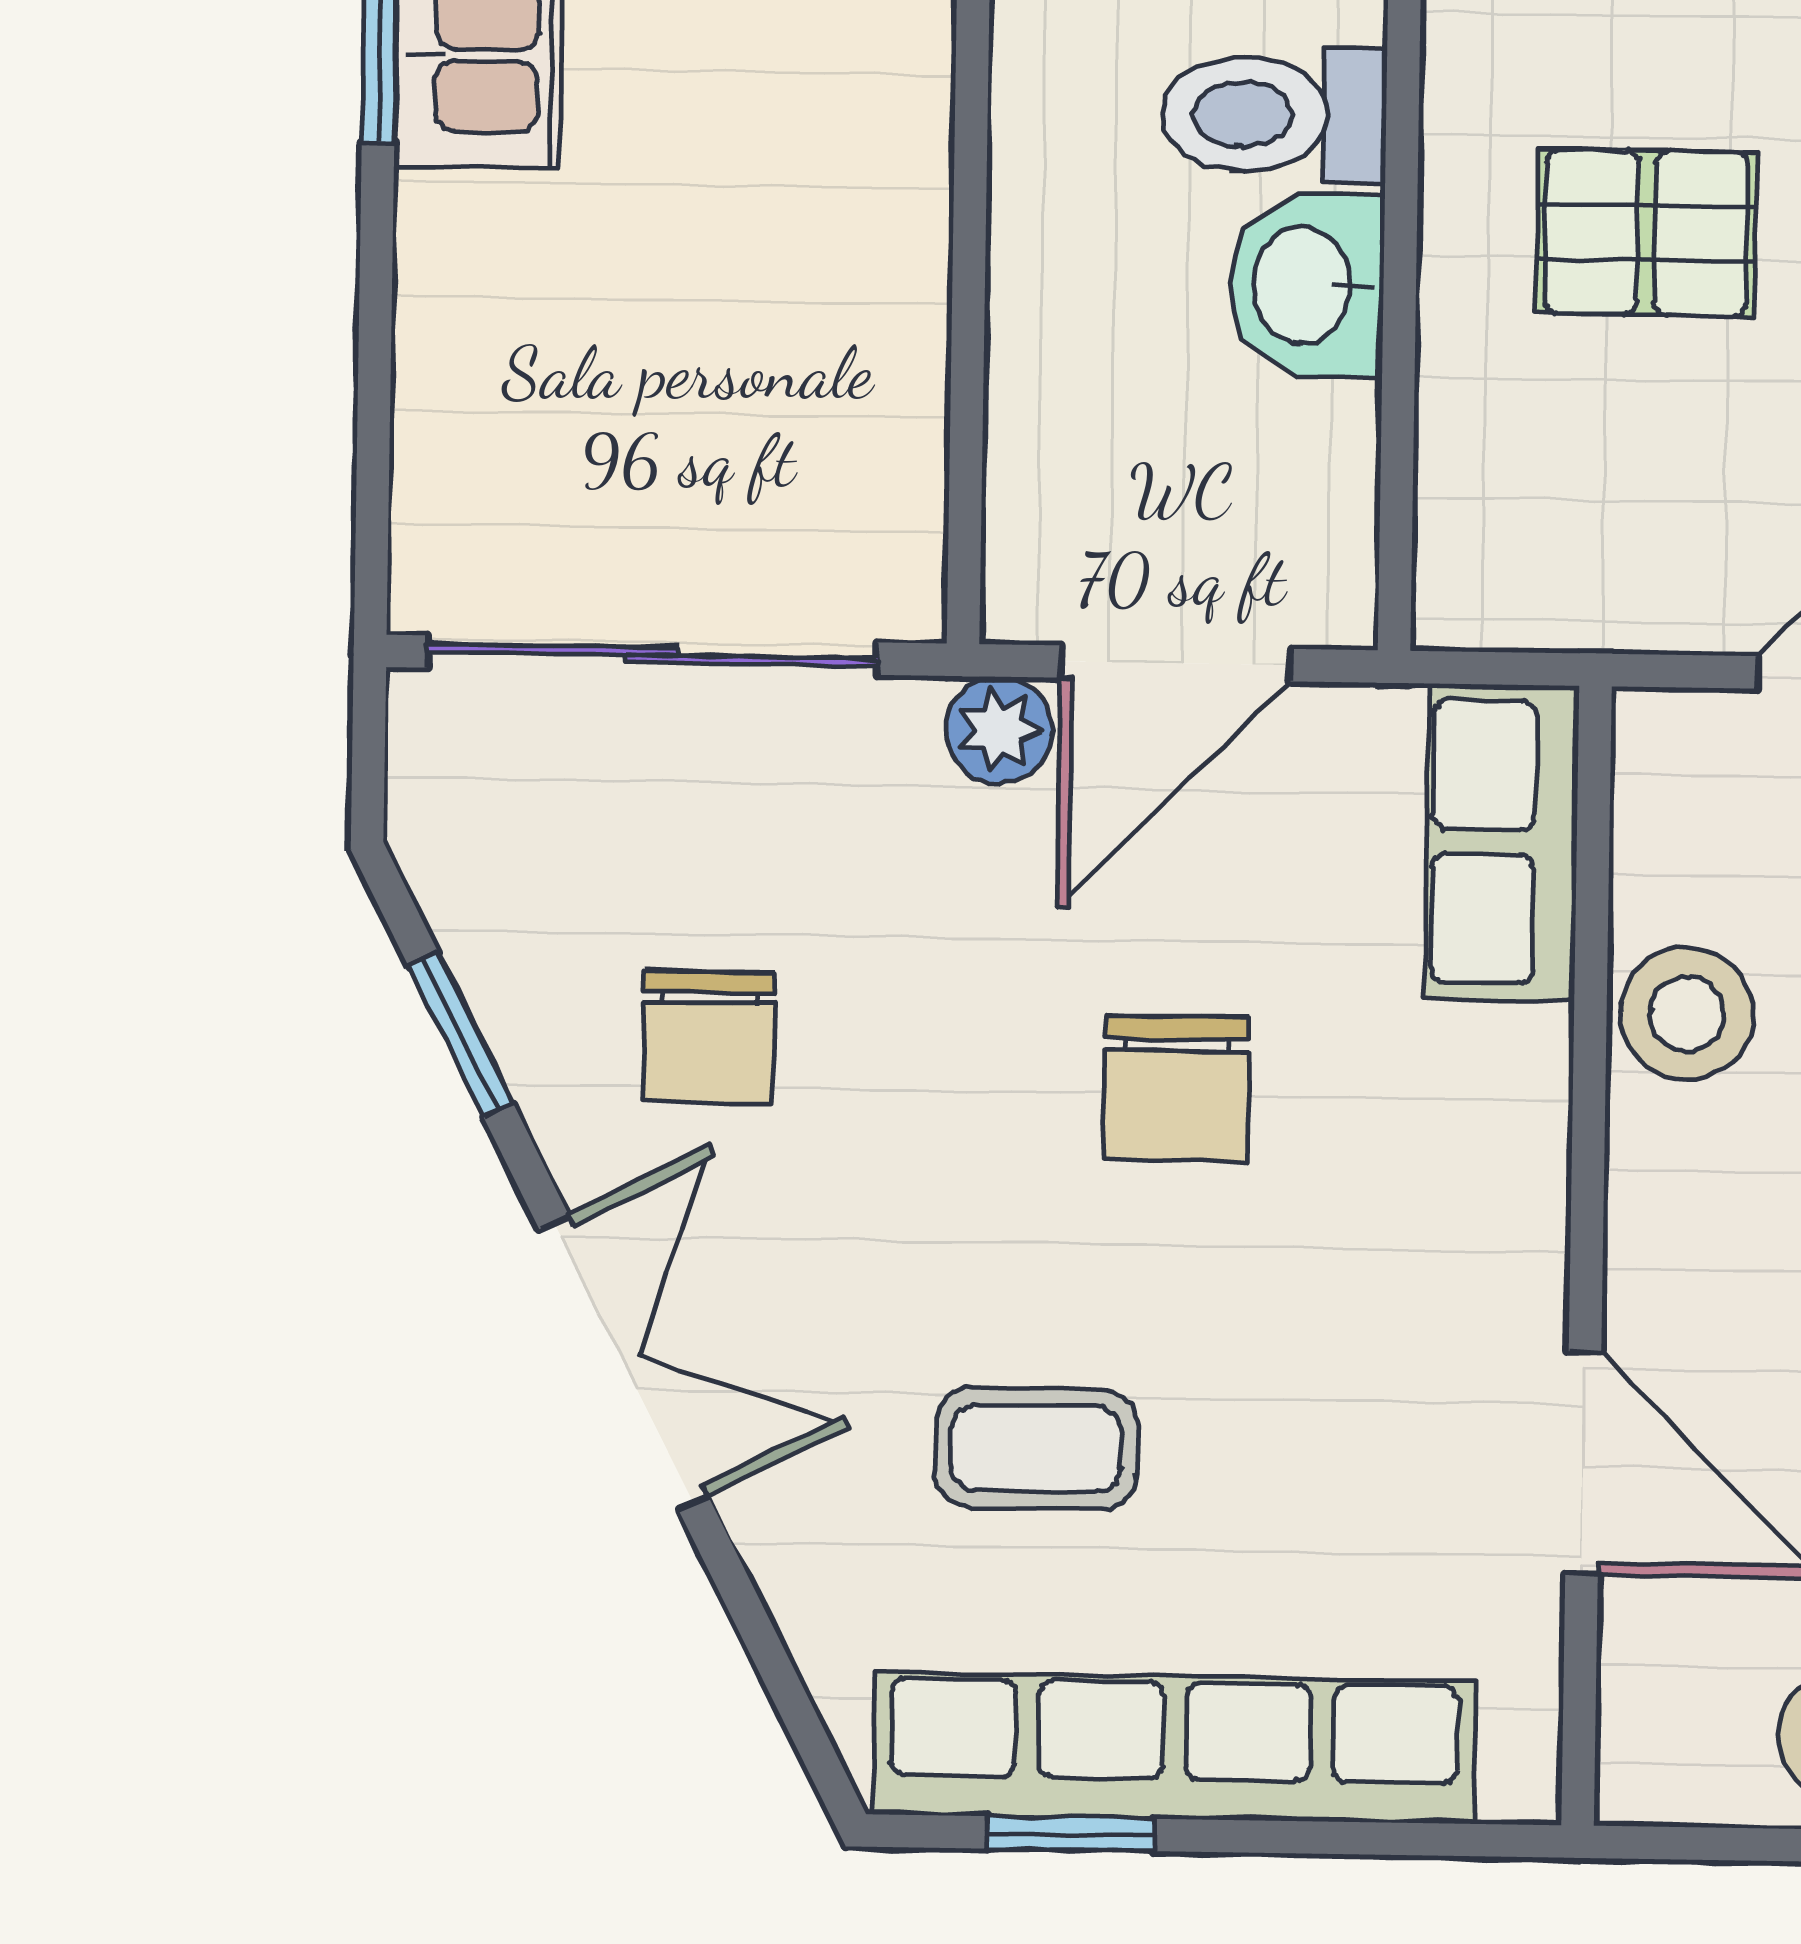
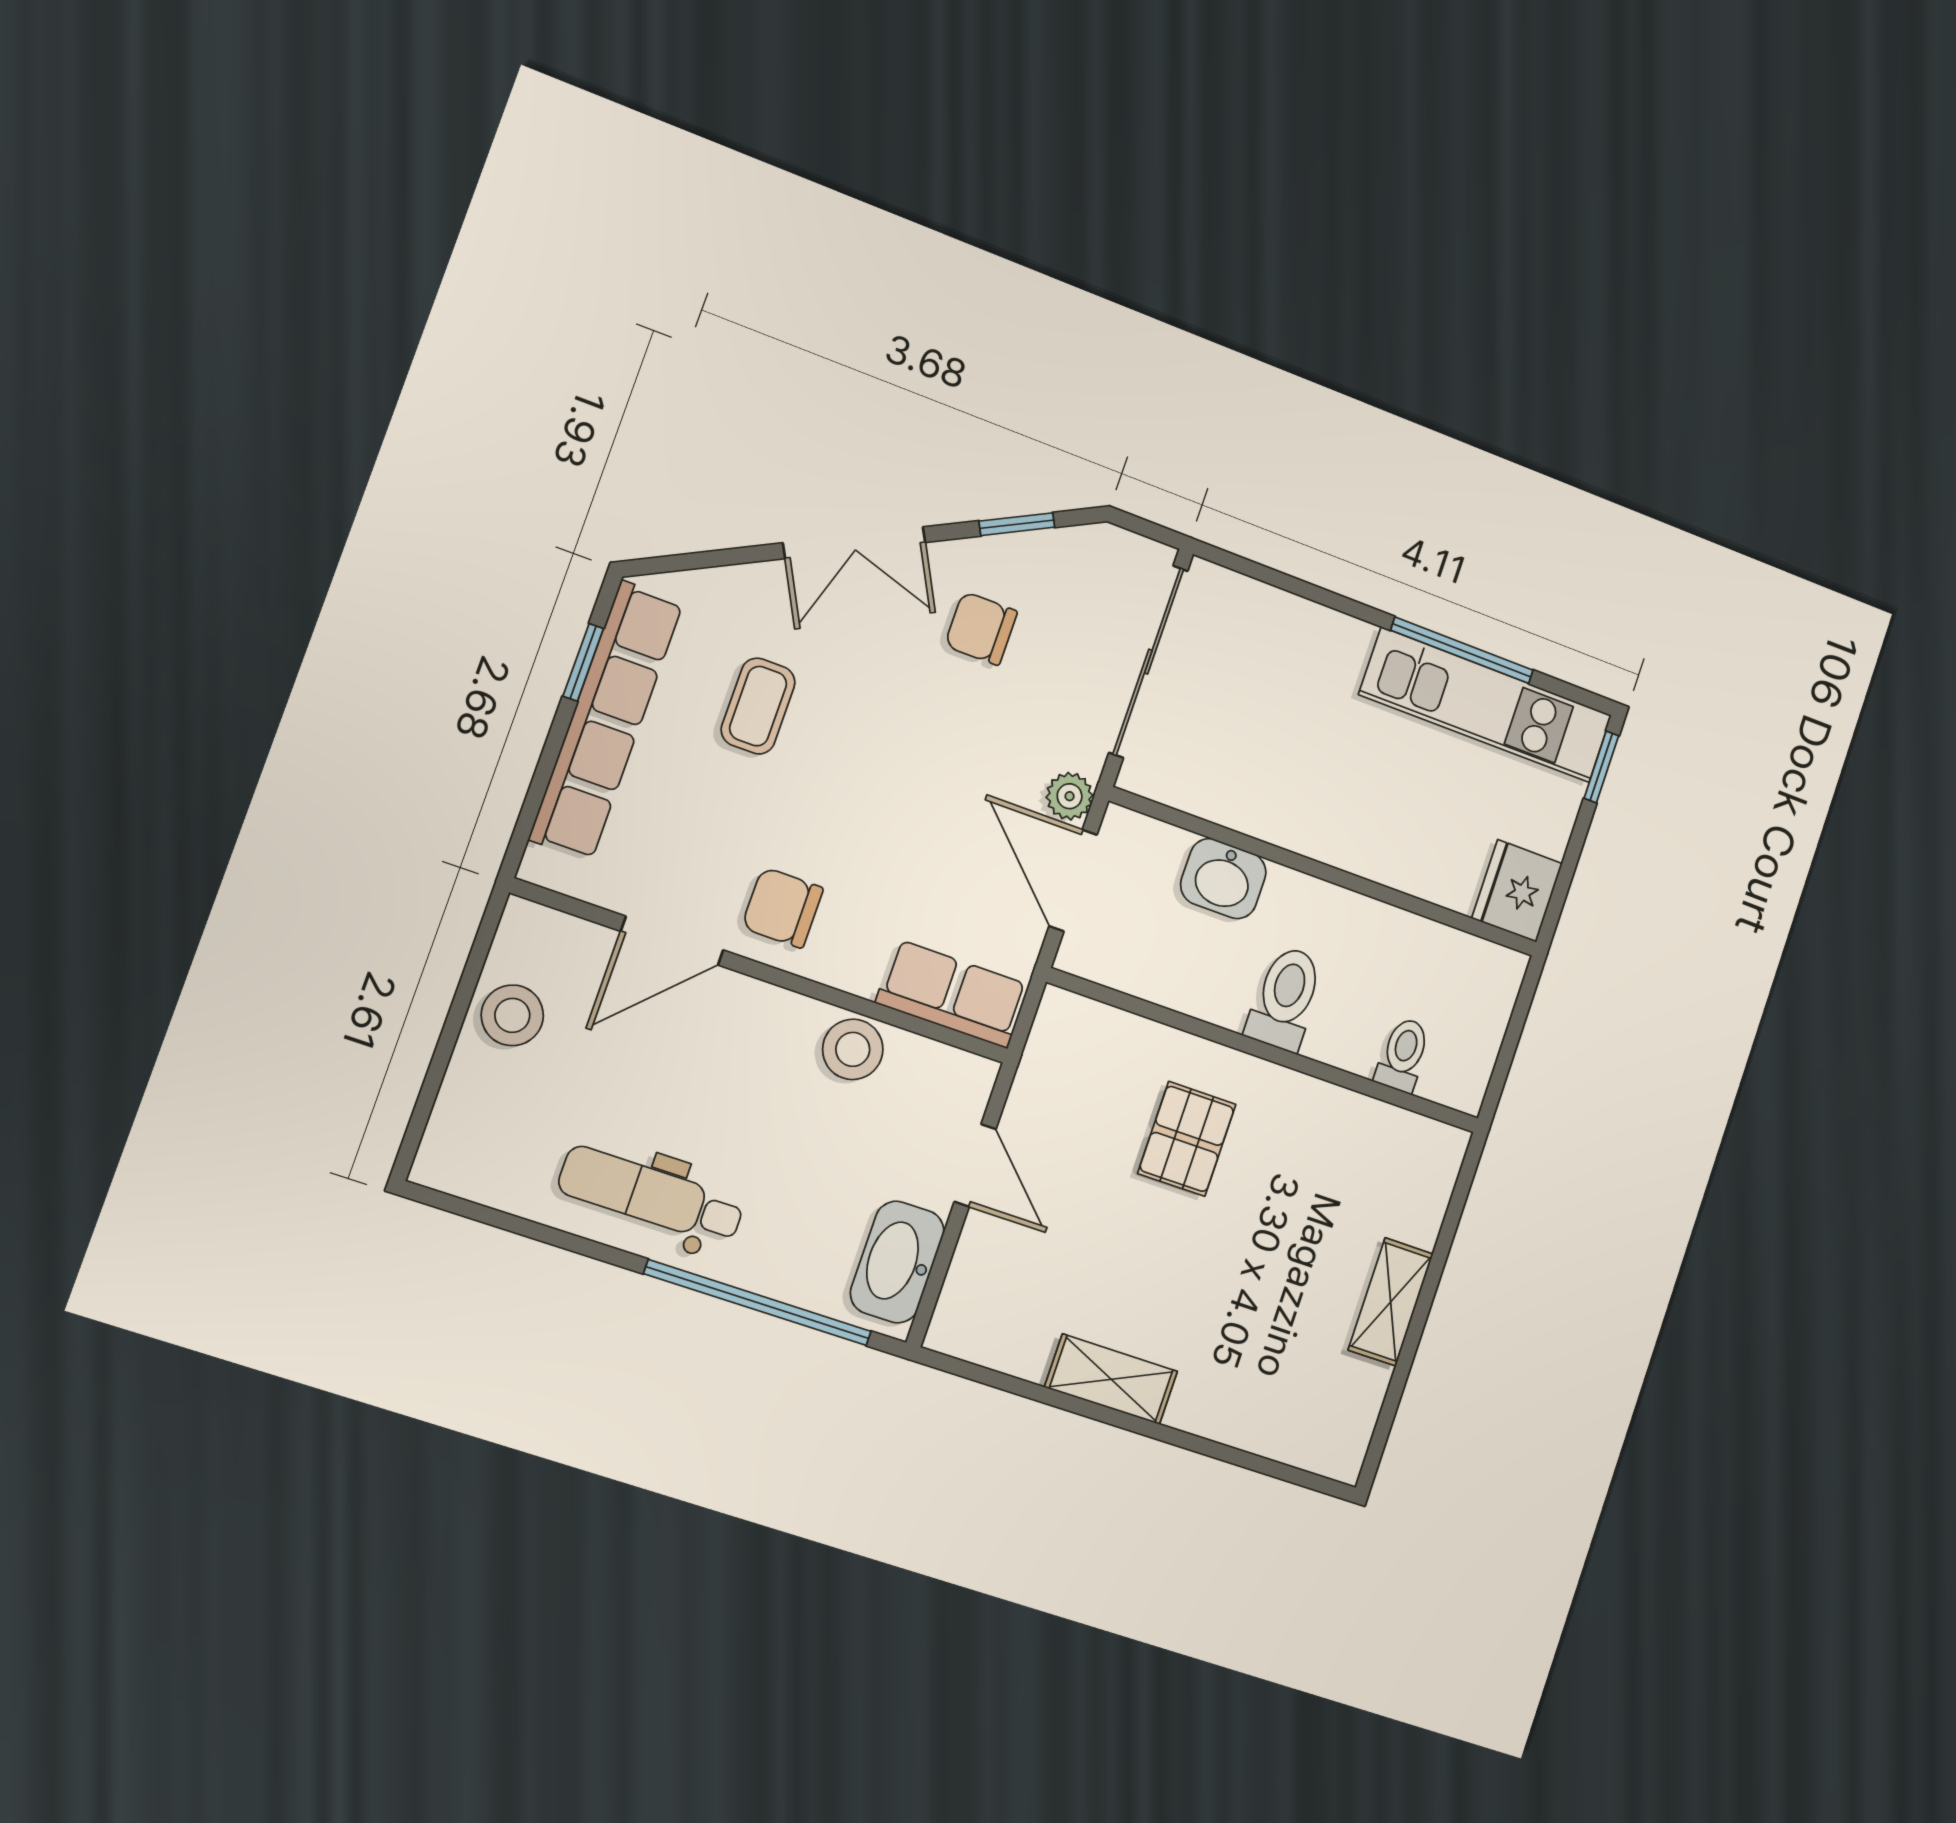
washbasin: (1306, 285) -> (1223, 879), moved, turned 180
chair: (1176, 1088) -> (782, 908), moved

